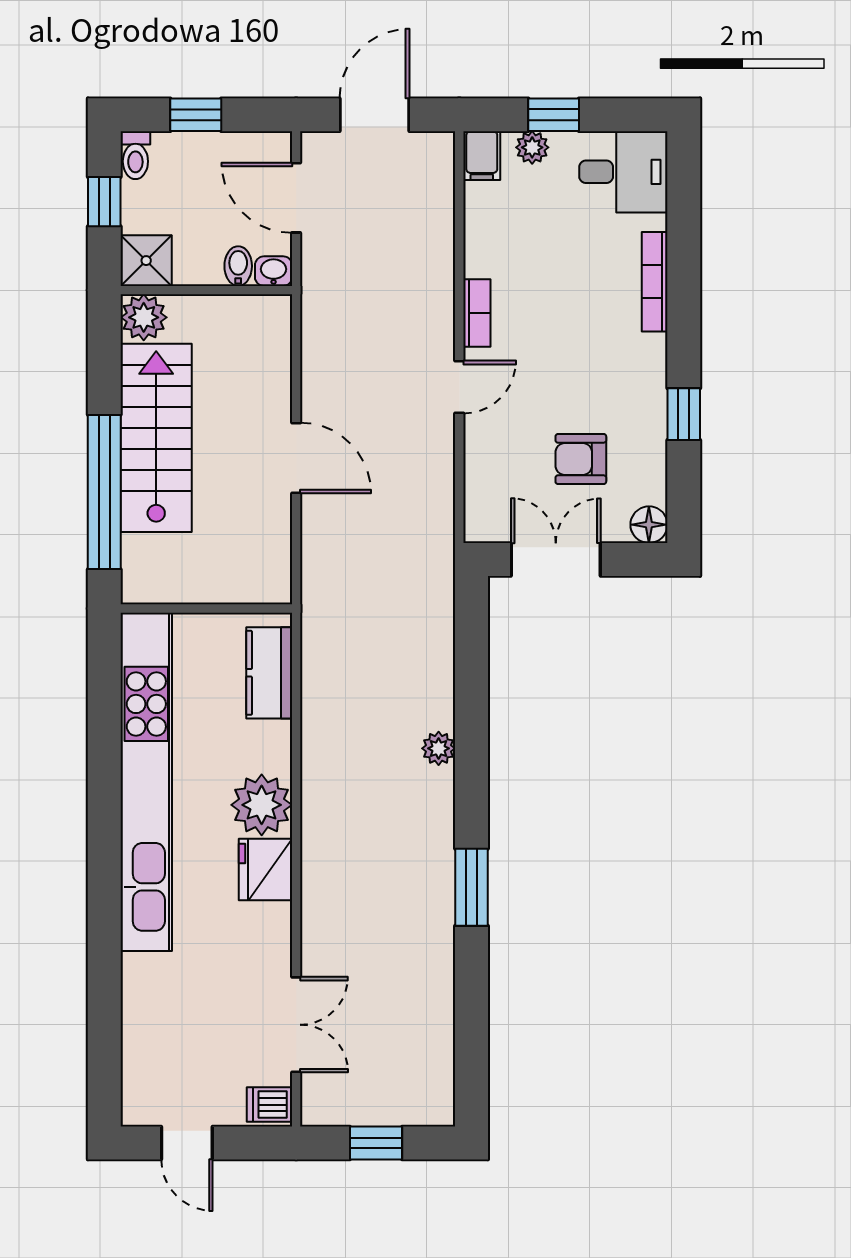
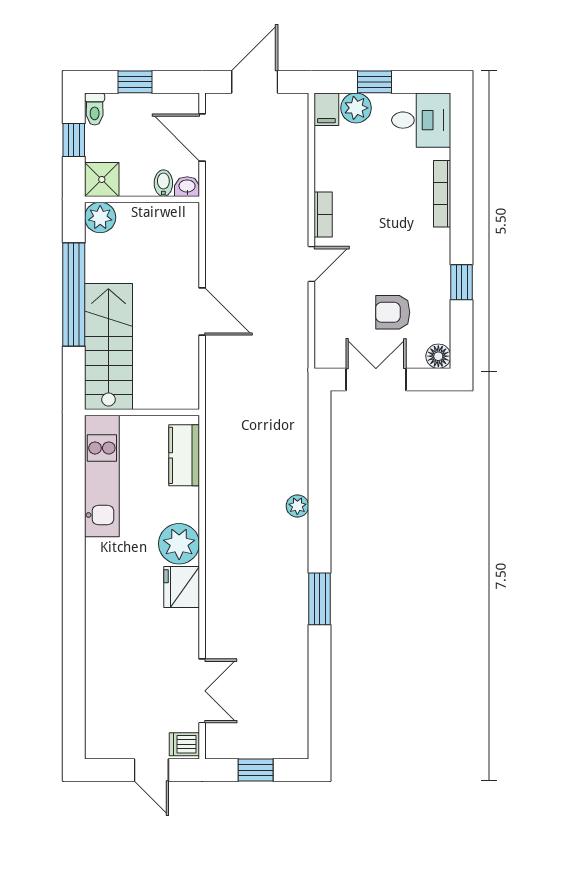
plant: (532, 147) -> (356, 108), width x1.38, depth x1.38
stairs: (156, 438) -> (108, 347), moved
window: (104, 492) -> (74, 294), moved
kitchen unit: (146, 782) -> (102, 476), width x0.54
door: (187, 1143) -> (151, 770), moved

